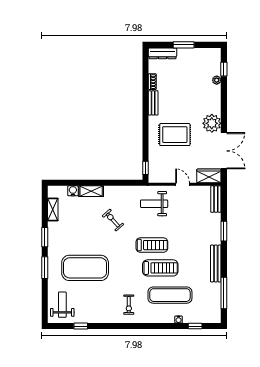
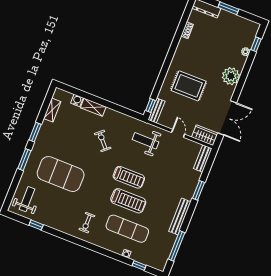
bench: (153, 103) -> (156, 111), moved
plant: (212, 123) -> (231, 76), moved

